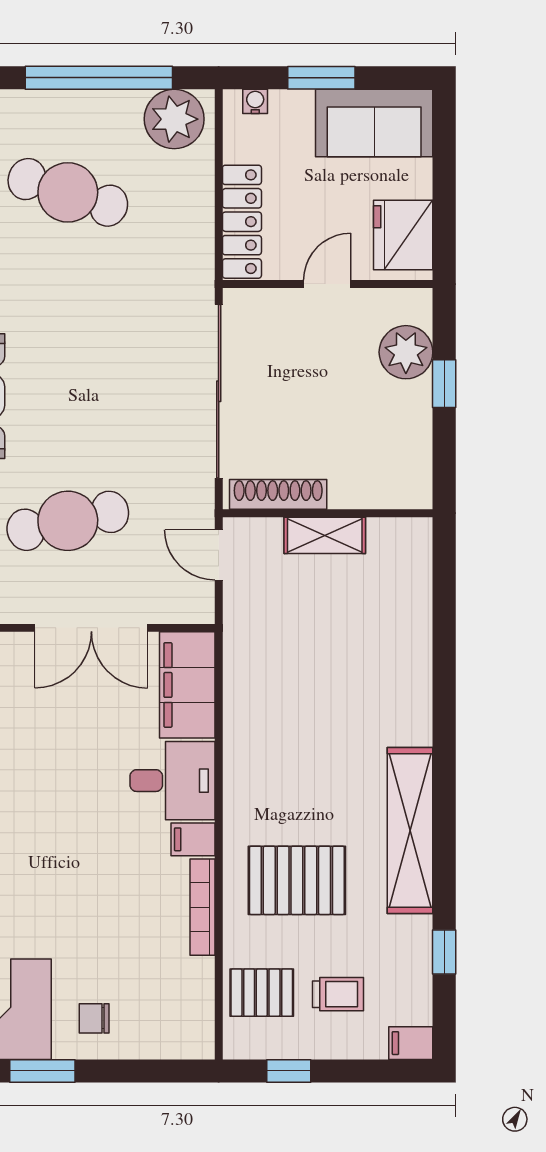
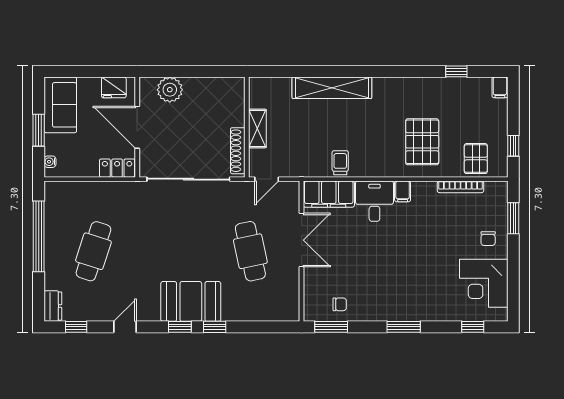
plant: (174, 119) -> (58, 200), removed
locker: (242, 222) -> (117, 168), width x0.66
fridge: (403, 235) -> (114, 87), width x0.73, depth x0.75
door: (327, 284) -> (137, 127), width x1.88
window: (444, 384) -> (185, 71), removed
shelving: (410, 831) -> (332, 88), moved
bookcase: (203, 907) -> (461, 187), moved
trolley: (338, 994) -> (340, 163), moved
window: (42, 1071) -> (513, 218), moved

